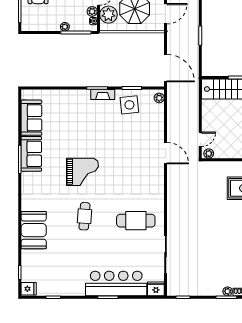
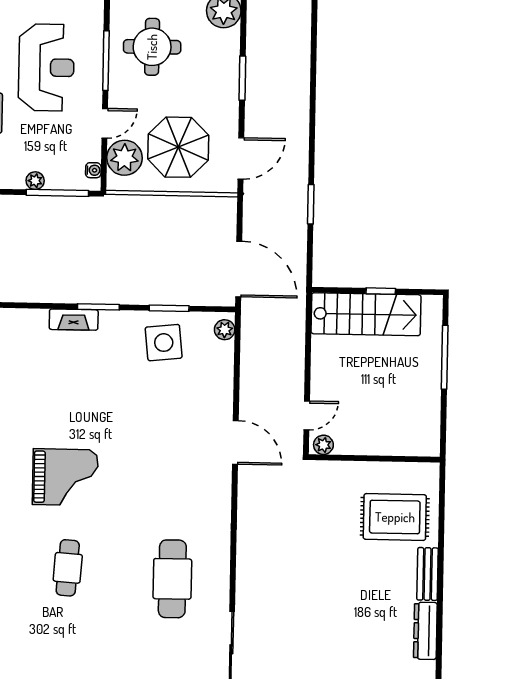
plant: (92, 11) -> (91, 151), removed
fireplace: (103, 94) -> (74, 320), moved
cafe table: (136, 221) -> (172, 579), turned 90

